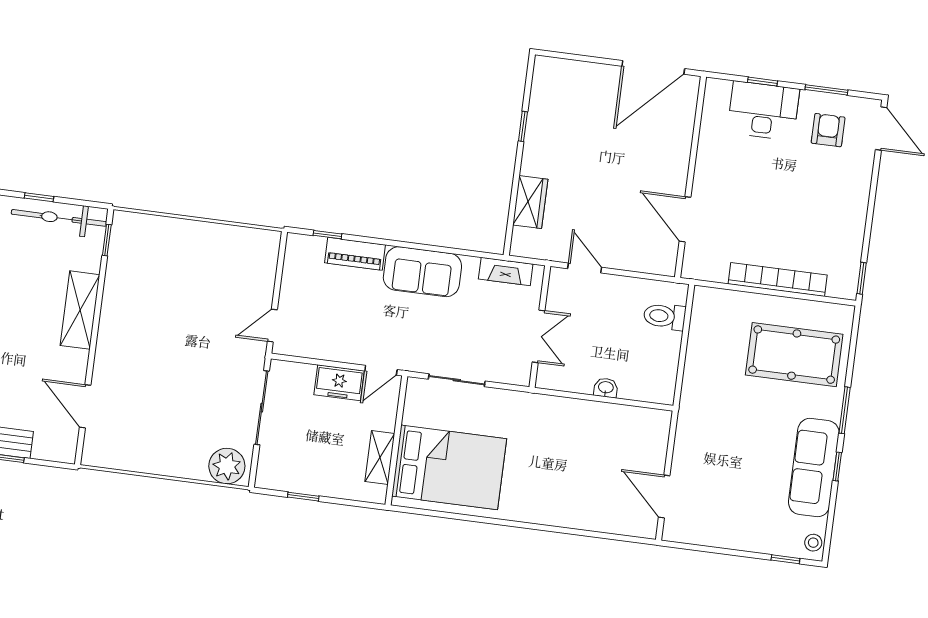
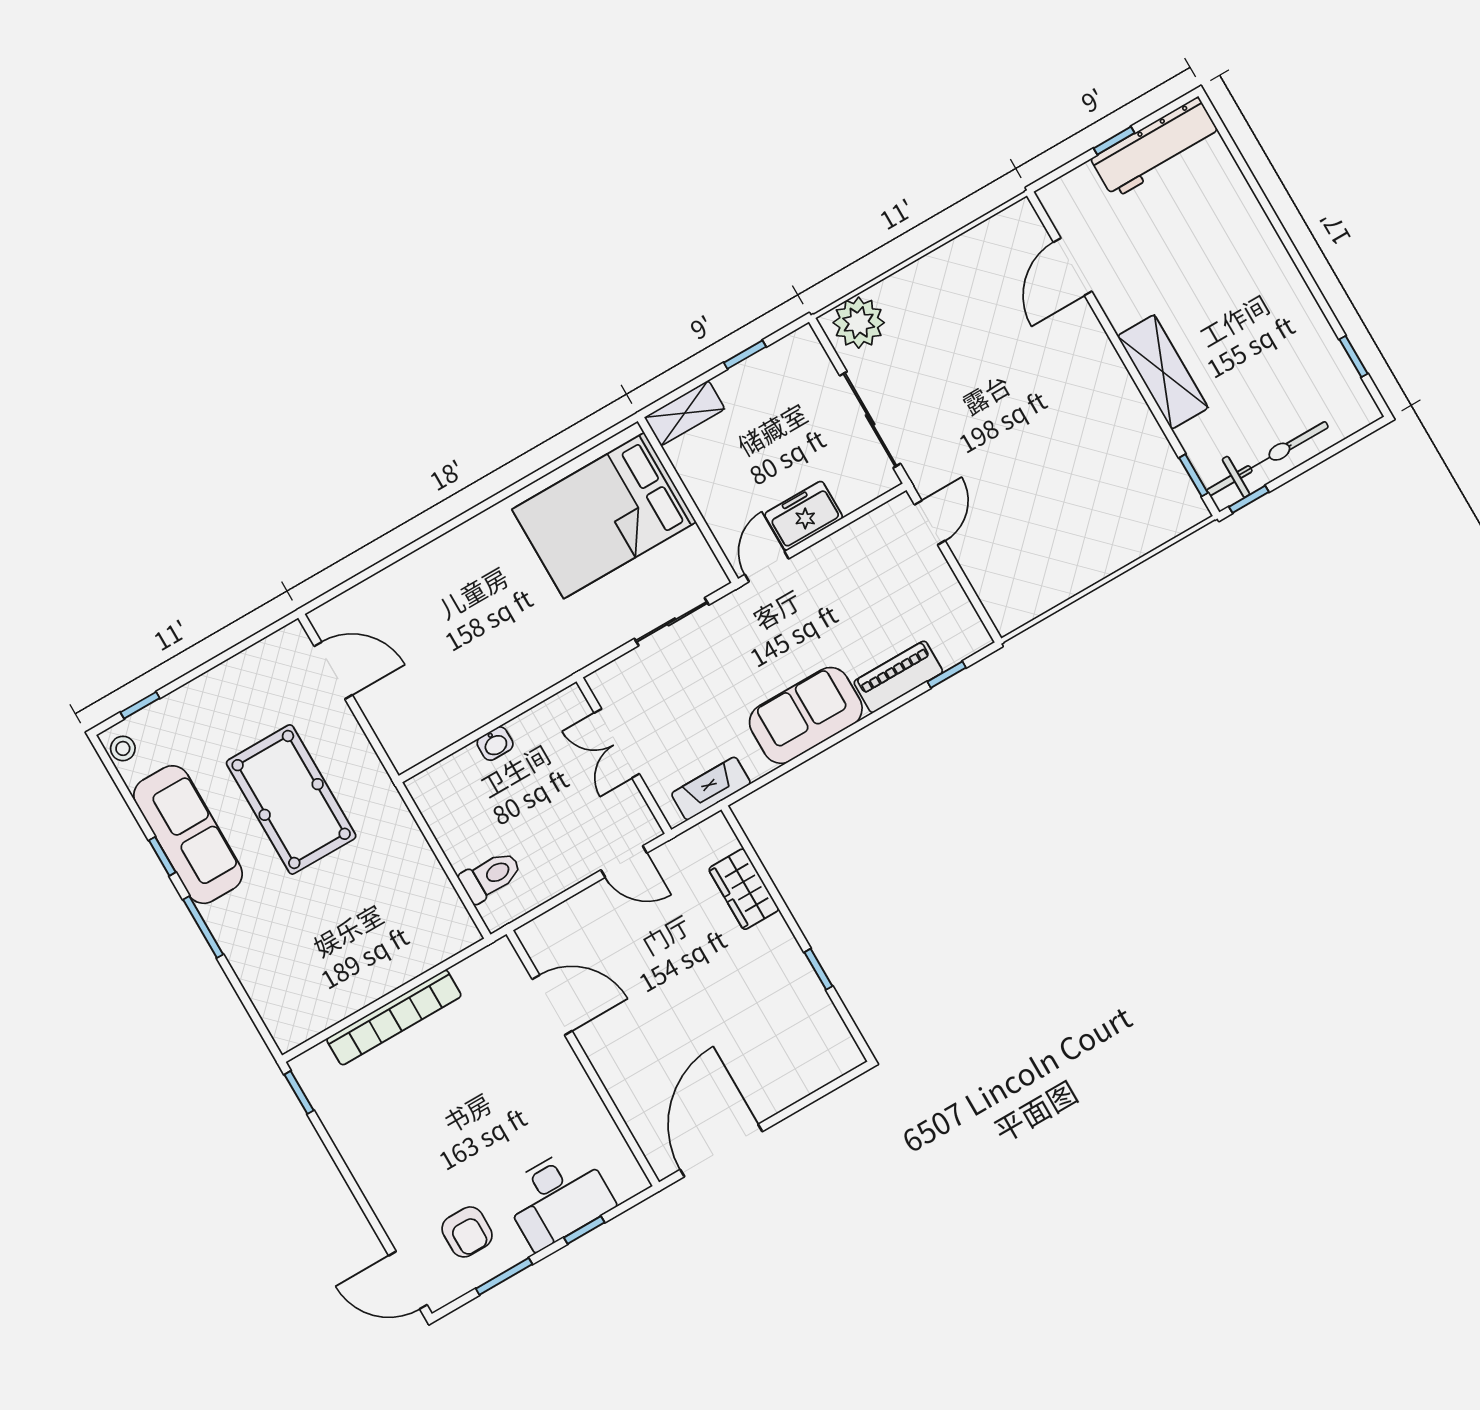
window: (39, 197) -> (1249, 499), moved
pool table: (794, 355) -> (291, 799), moved, turned 90
door: (85, 406) -> (1073, 267), swing flipped
shelving: (380, 458) -> (685, 413), moved, turned 90

